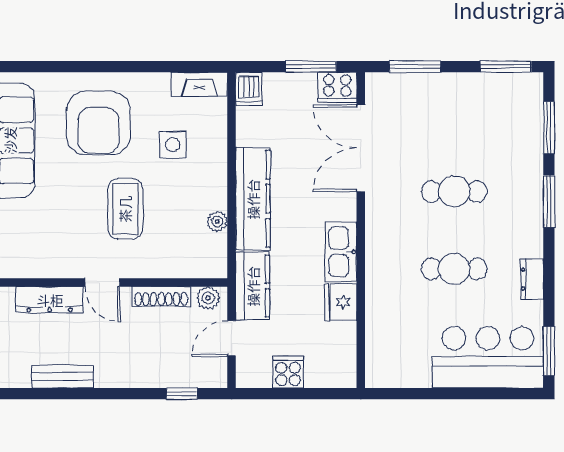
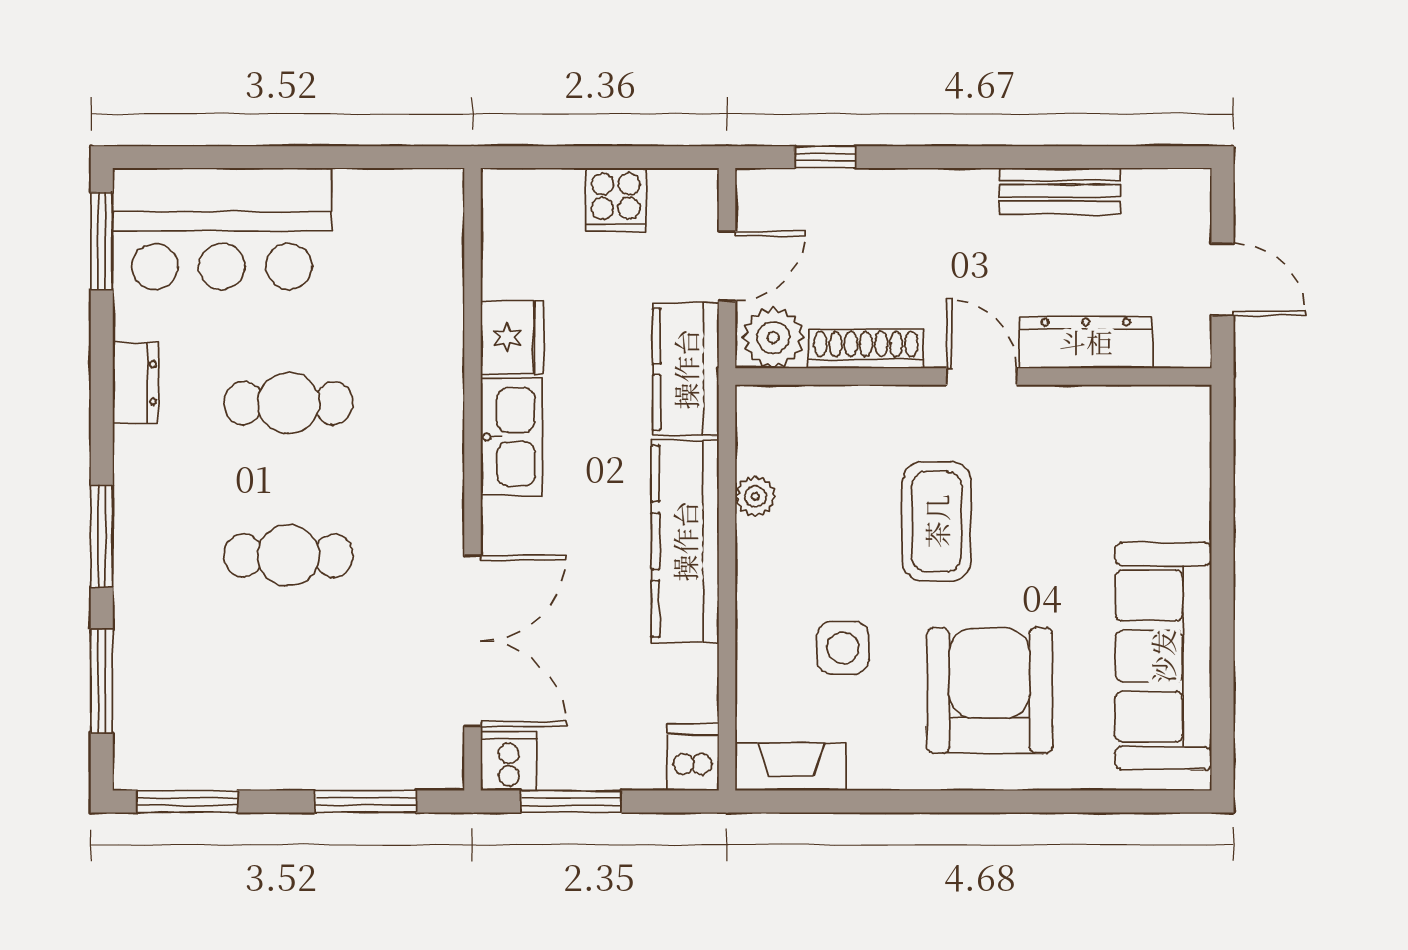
cooker: (337, 87) -> (509, 761), width x0.73
plant: (208, 298) -> (773, 337), width x1.38, depth x1.38

